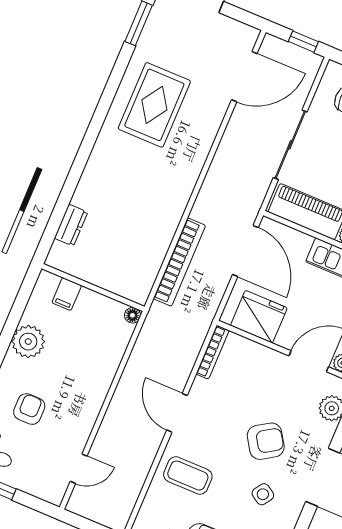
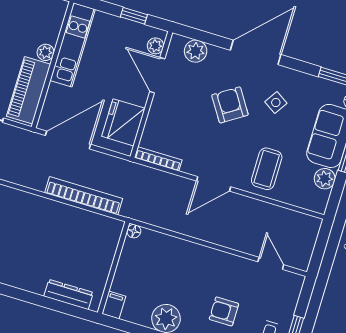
dresser: (71, 225) -> (69, 294), width x1.44
filing cabinet: (67, 294) -> (114, 305), moved, turned -90

